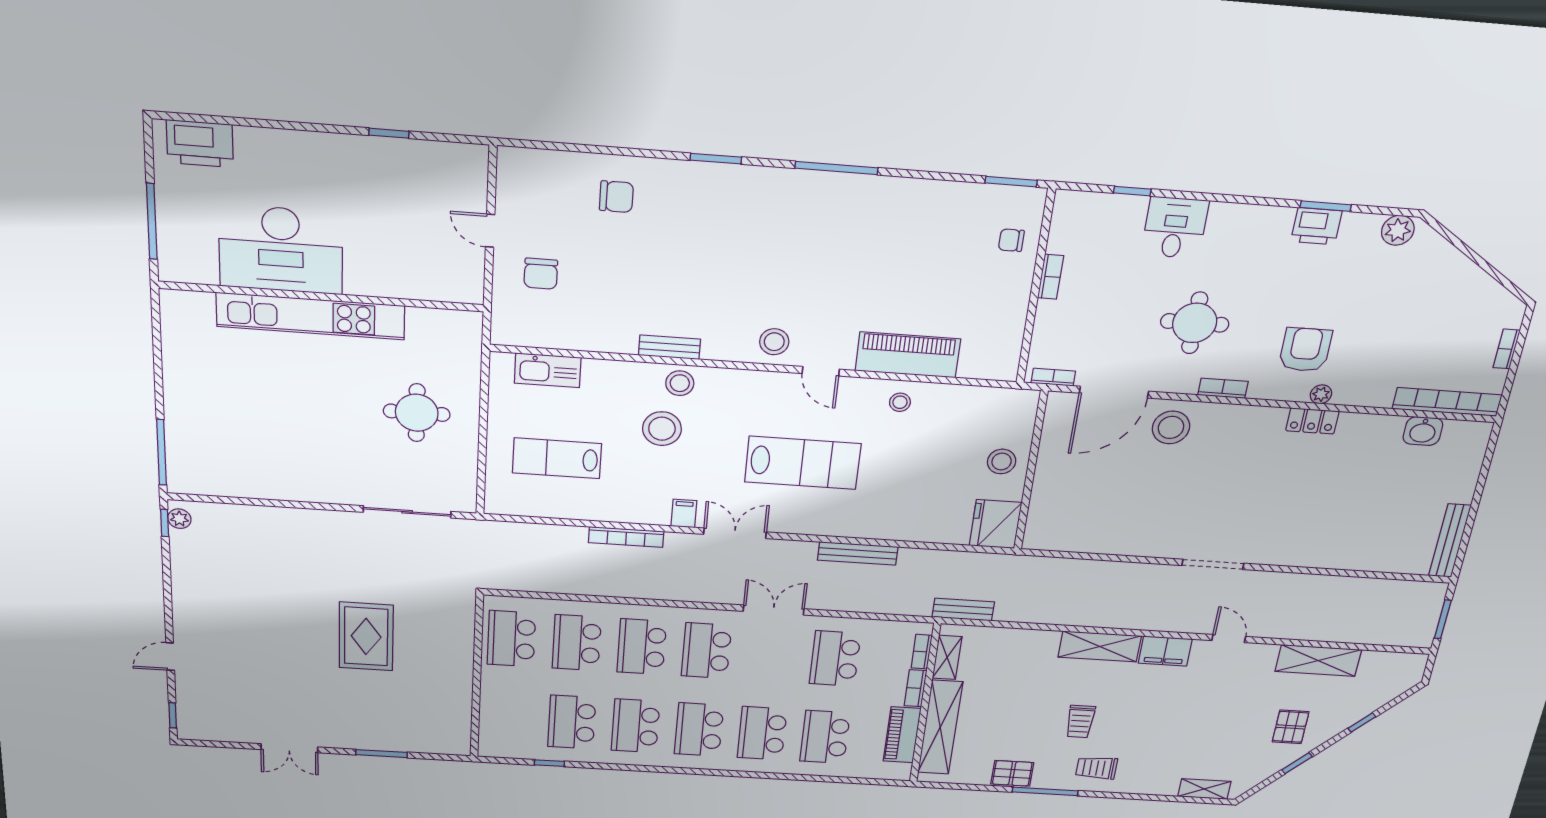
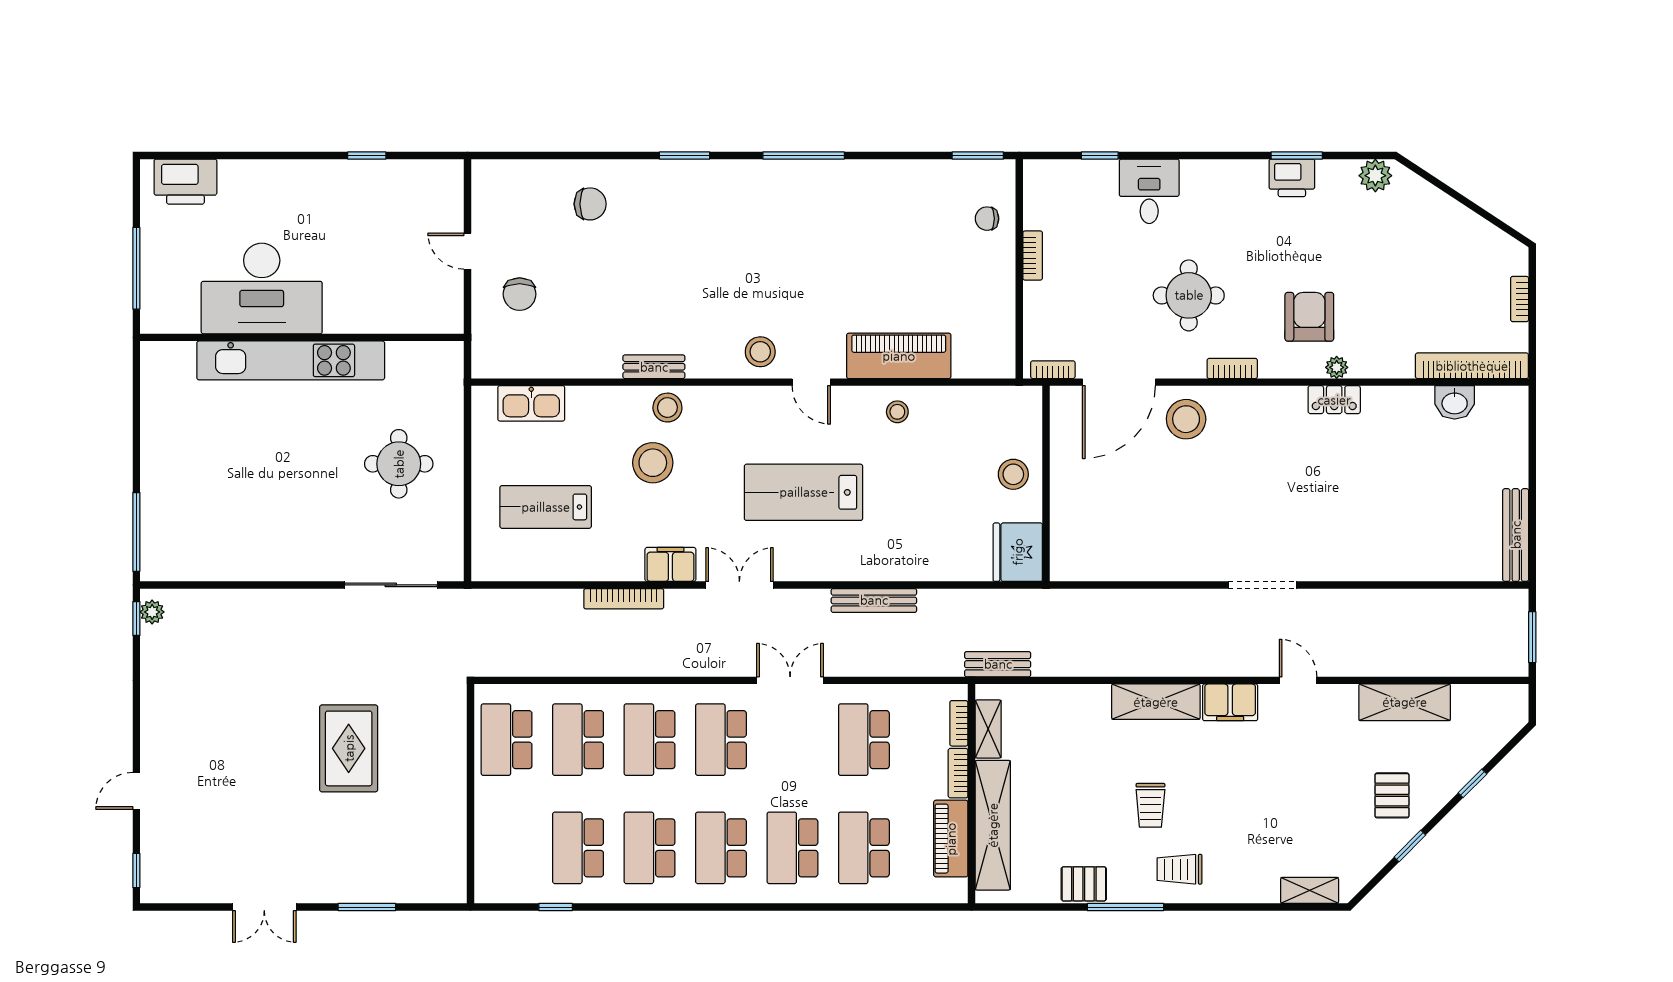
lab bench: (803, 463) -> (804, 492), turned 180
filing cabinet: (684, 513) -> (670, 564), width x2.00

